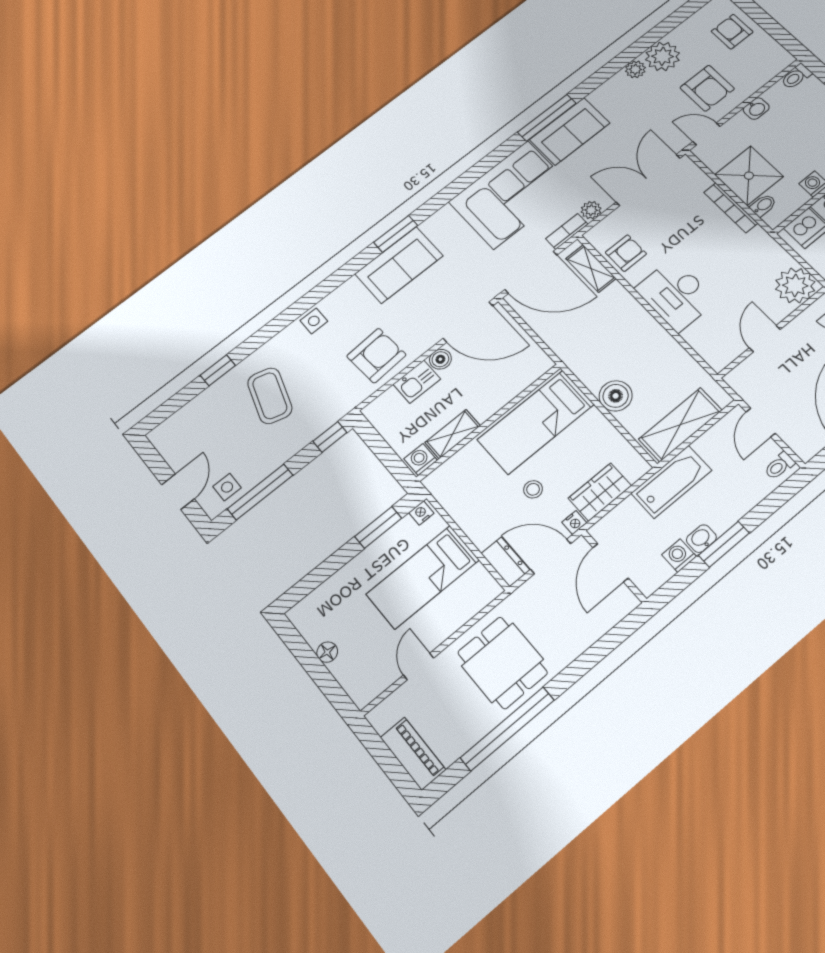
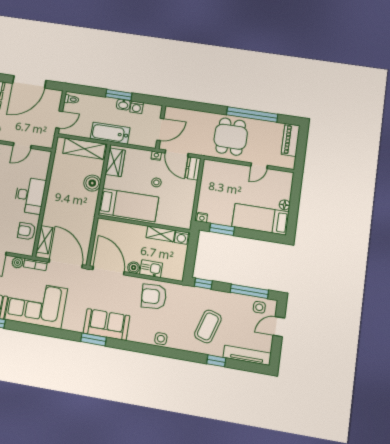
tv unit: (185, 417) -> (247, 355), added
wardrobe: (600, 492) -> (115, 162), moved, turned -90
bed: (423, 577) -> (260, 219), moved, turned 180

